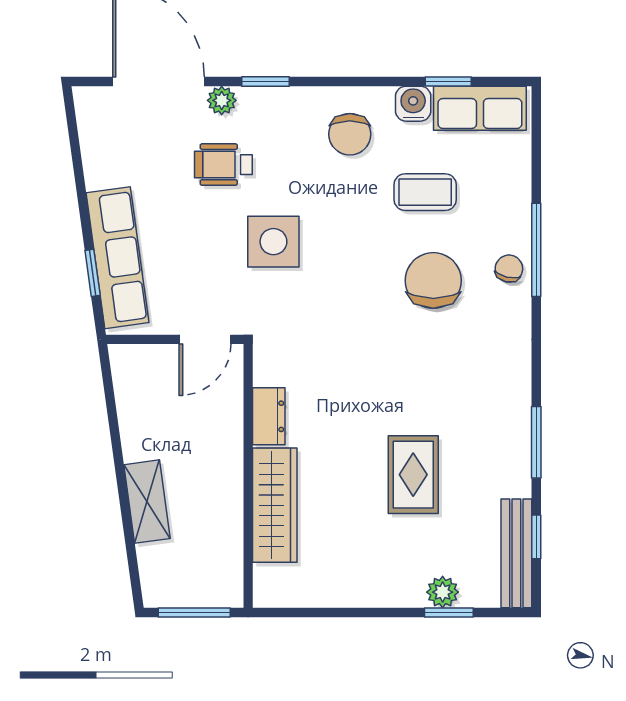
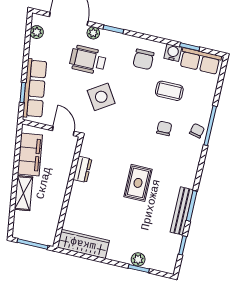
plant: (93, 128) -> (37, 32), added
wheelchair: (223, 165) -> (88, 60), width x1.36, depth x1.37
side table: (273, 242) -> (101, 97), turned -33
chair: (433, 280) -> (164, 128), width x0.54, depth x0.54
door: (205, 339) -> (63, 131), swing flipped
filing cabinet: (142, 410) -> (30, 154), added
rug: (413, 475) -> (138, 183), moved
wardrobe: (275, 505) -> (83, 244), moved, turned -90
bench: (516, 553) -> (182, 211), moved

